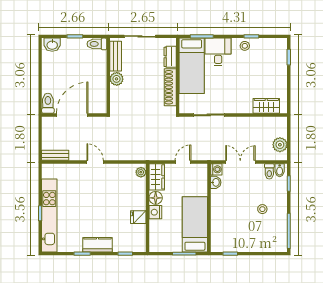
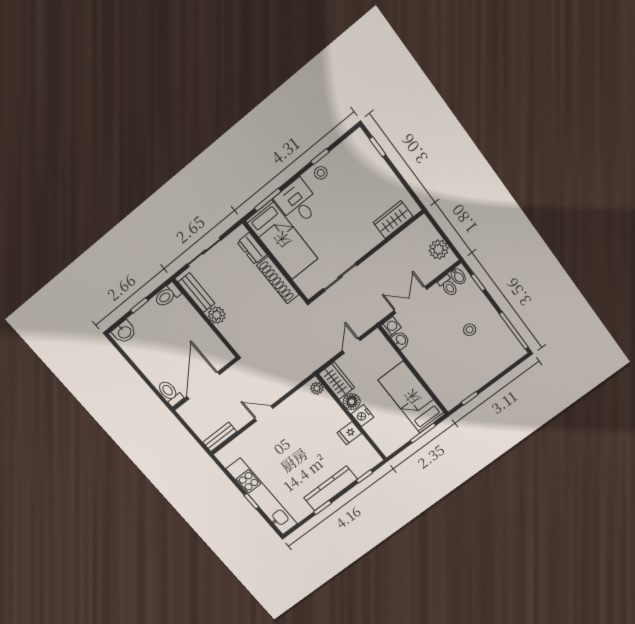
kitchen counter: (97, 245) -> (331, 488), width x1.50

